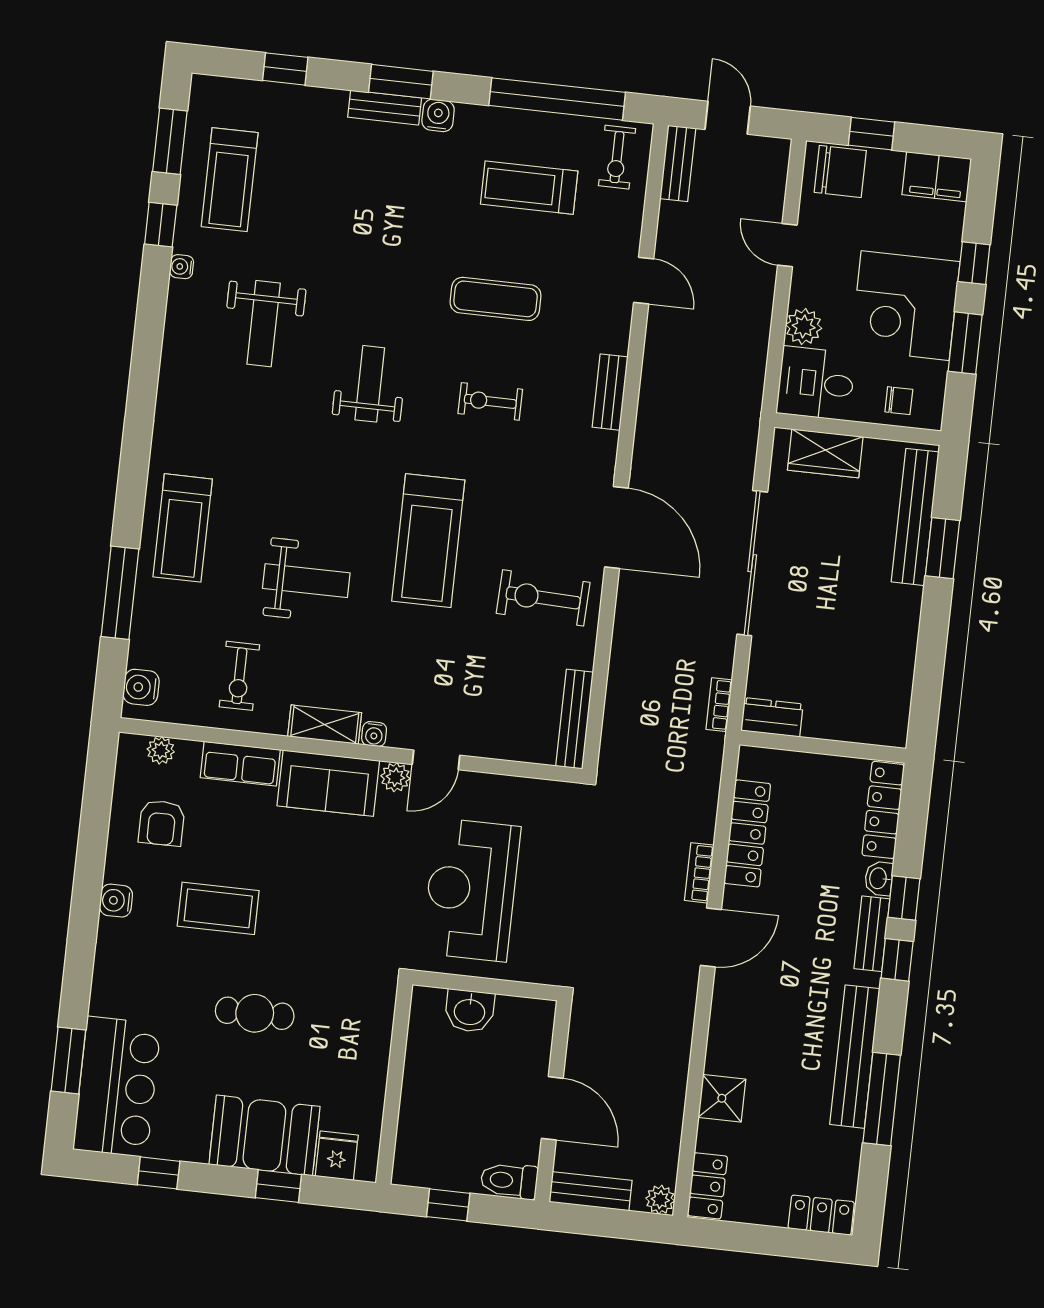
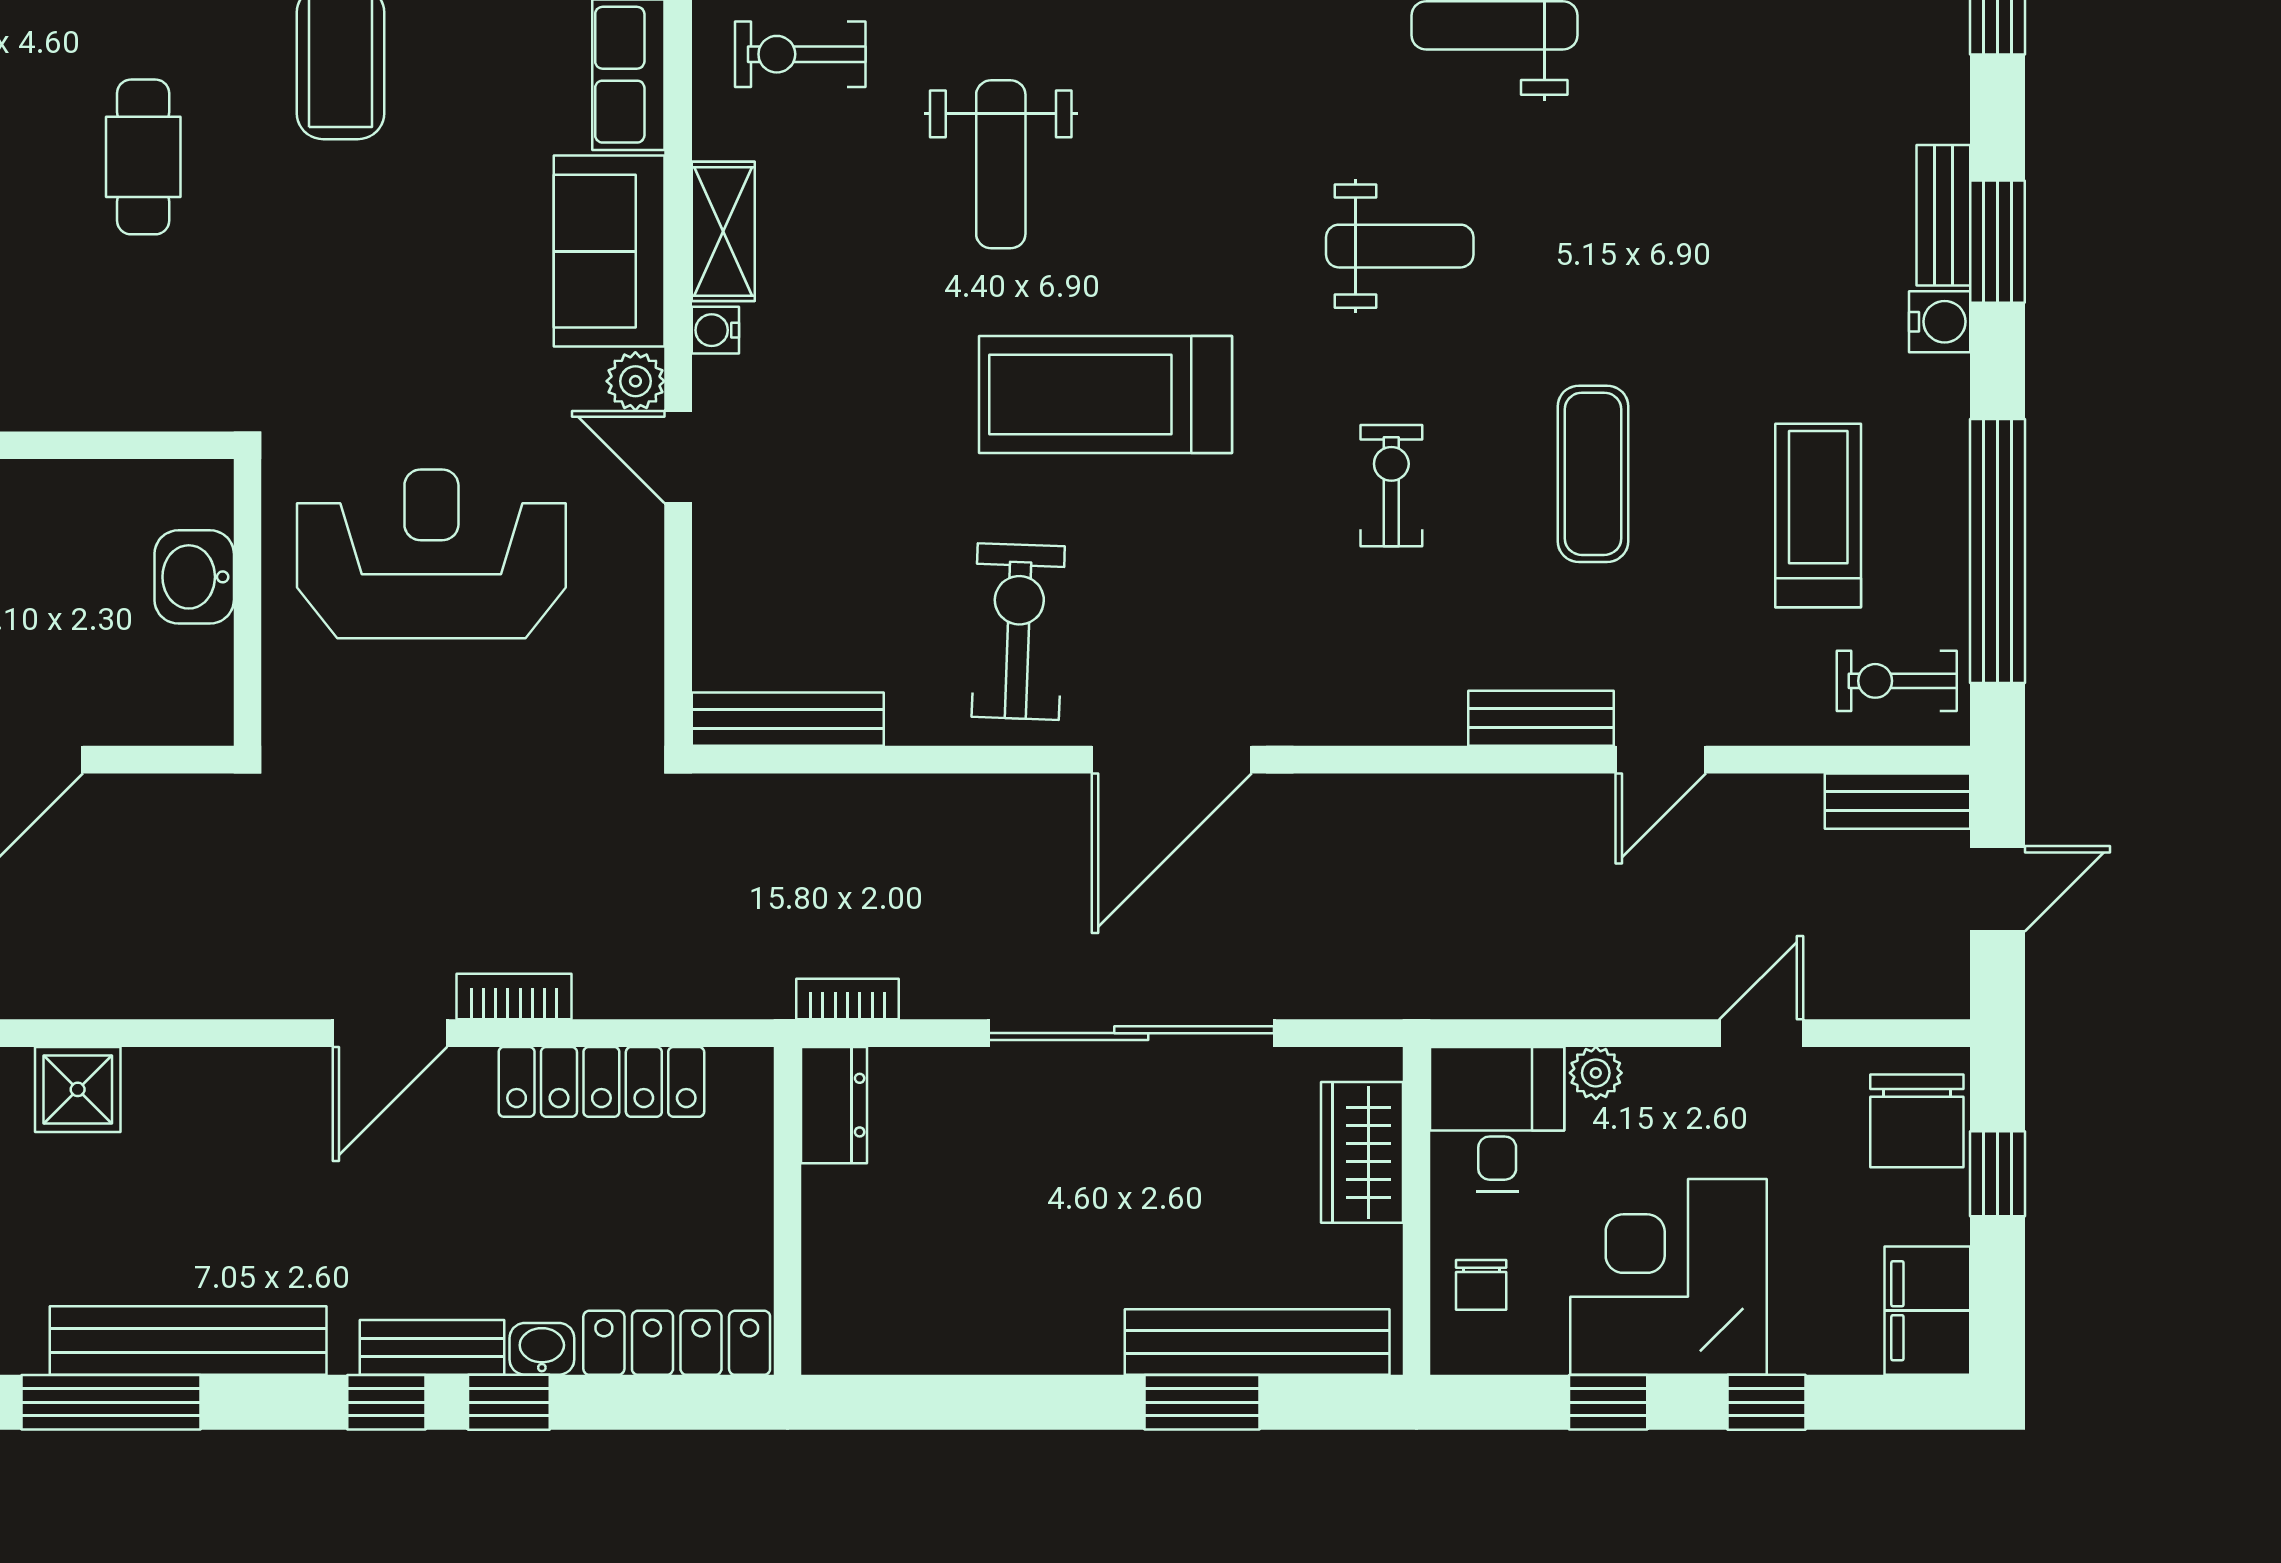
plant: (804, 326) -> (1596, 1073), width x0.73, depth x0.73
window: (965, 343) -> (1608, 1402), width x0.67
bench: (610, 392) -> (1541, 718), moved
door: (711, 937) -> (390, 1033), hinge flipped

